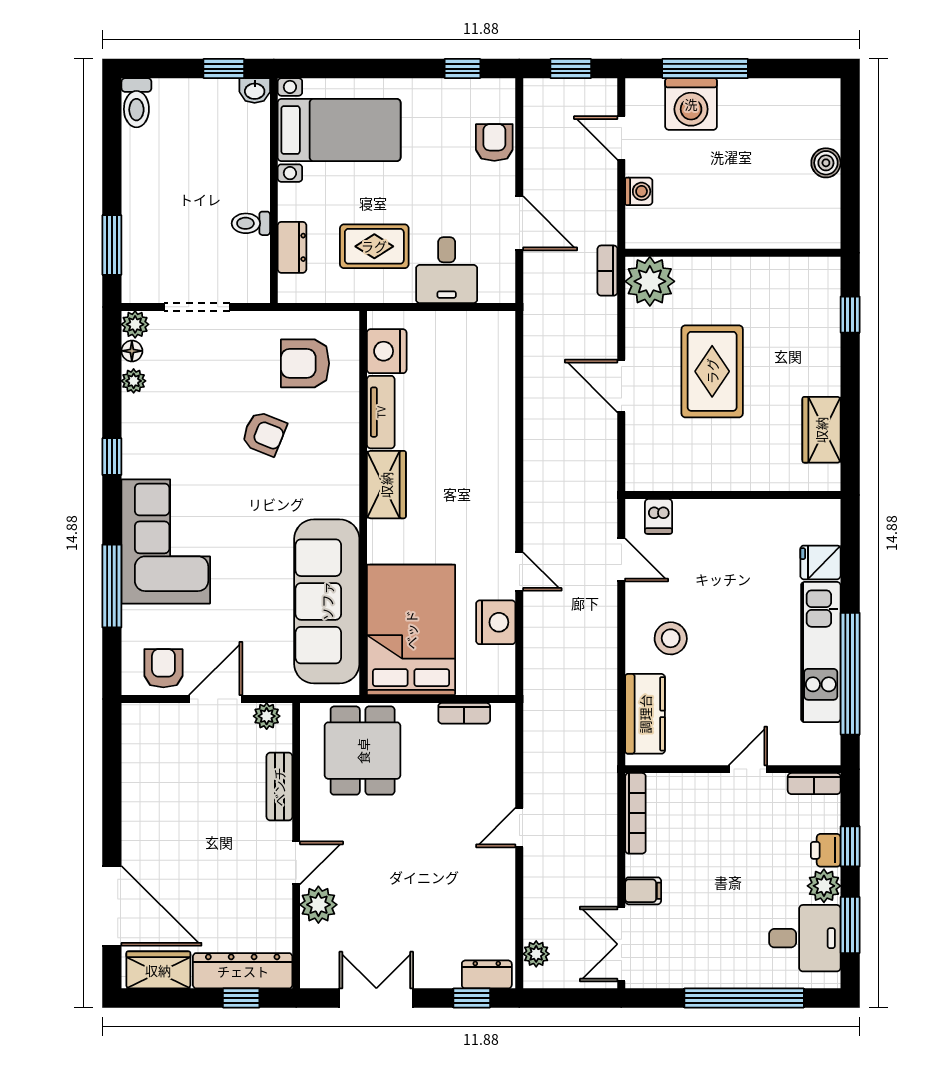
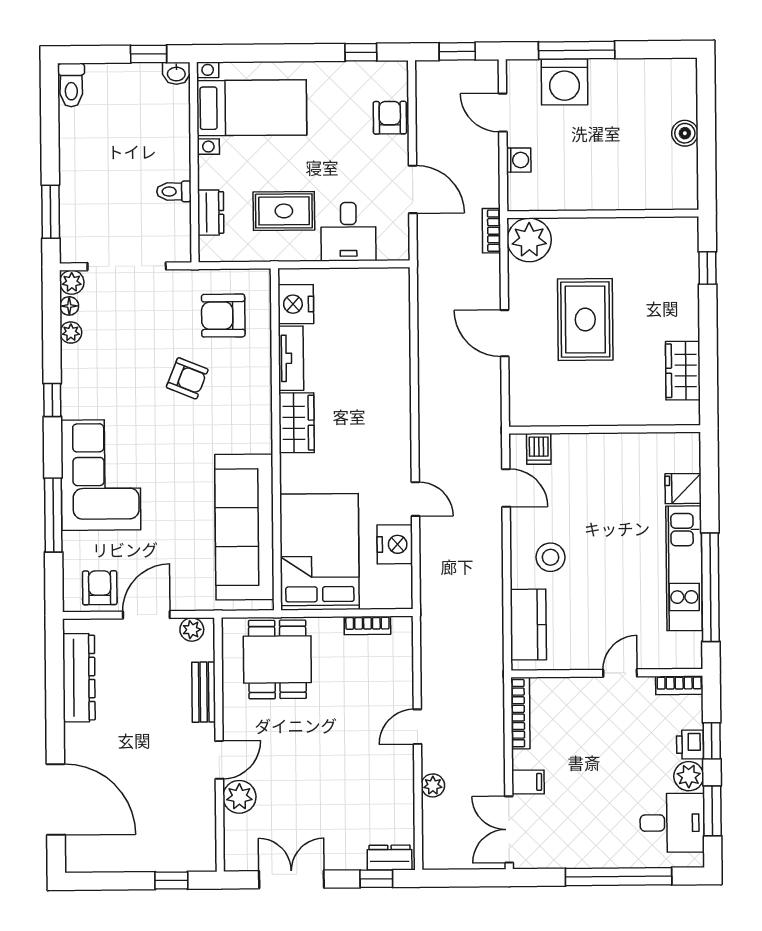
doorway: (197, 307) -> (127, 266), width x1.36
plant: (536, 954) -> (433, 785), moved
wardrobe: (158, 970) -> (97, 856), removed
dresser: (243, 971) -> (79, 678), moved, turned 90

